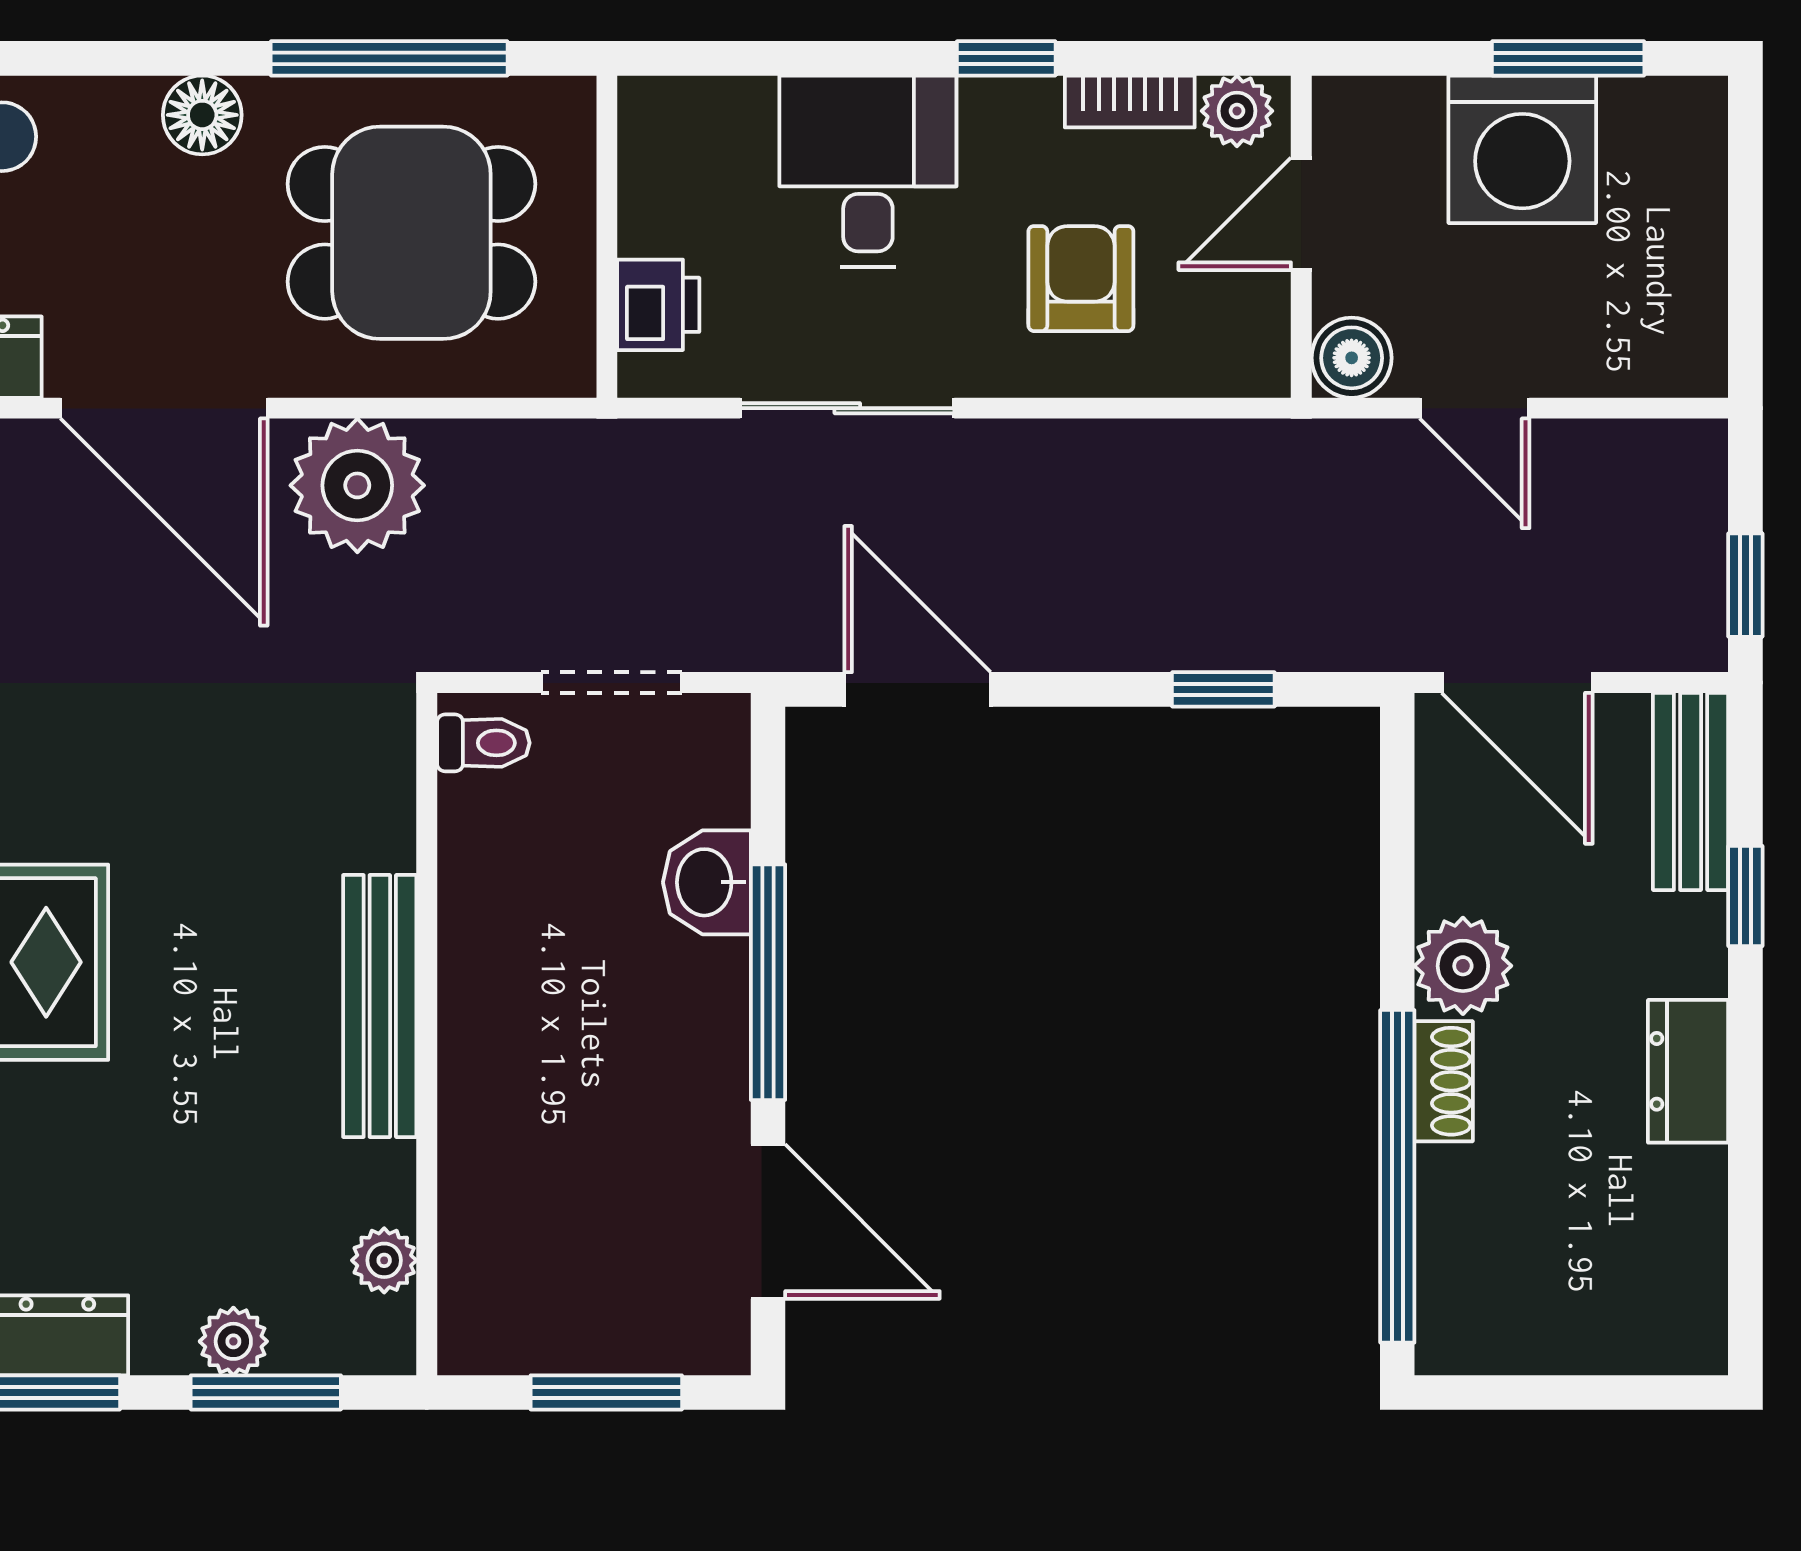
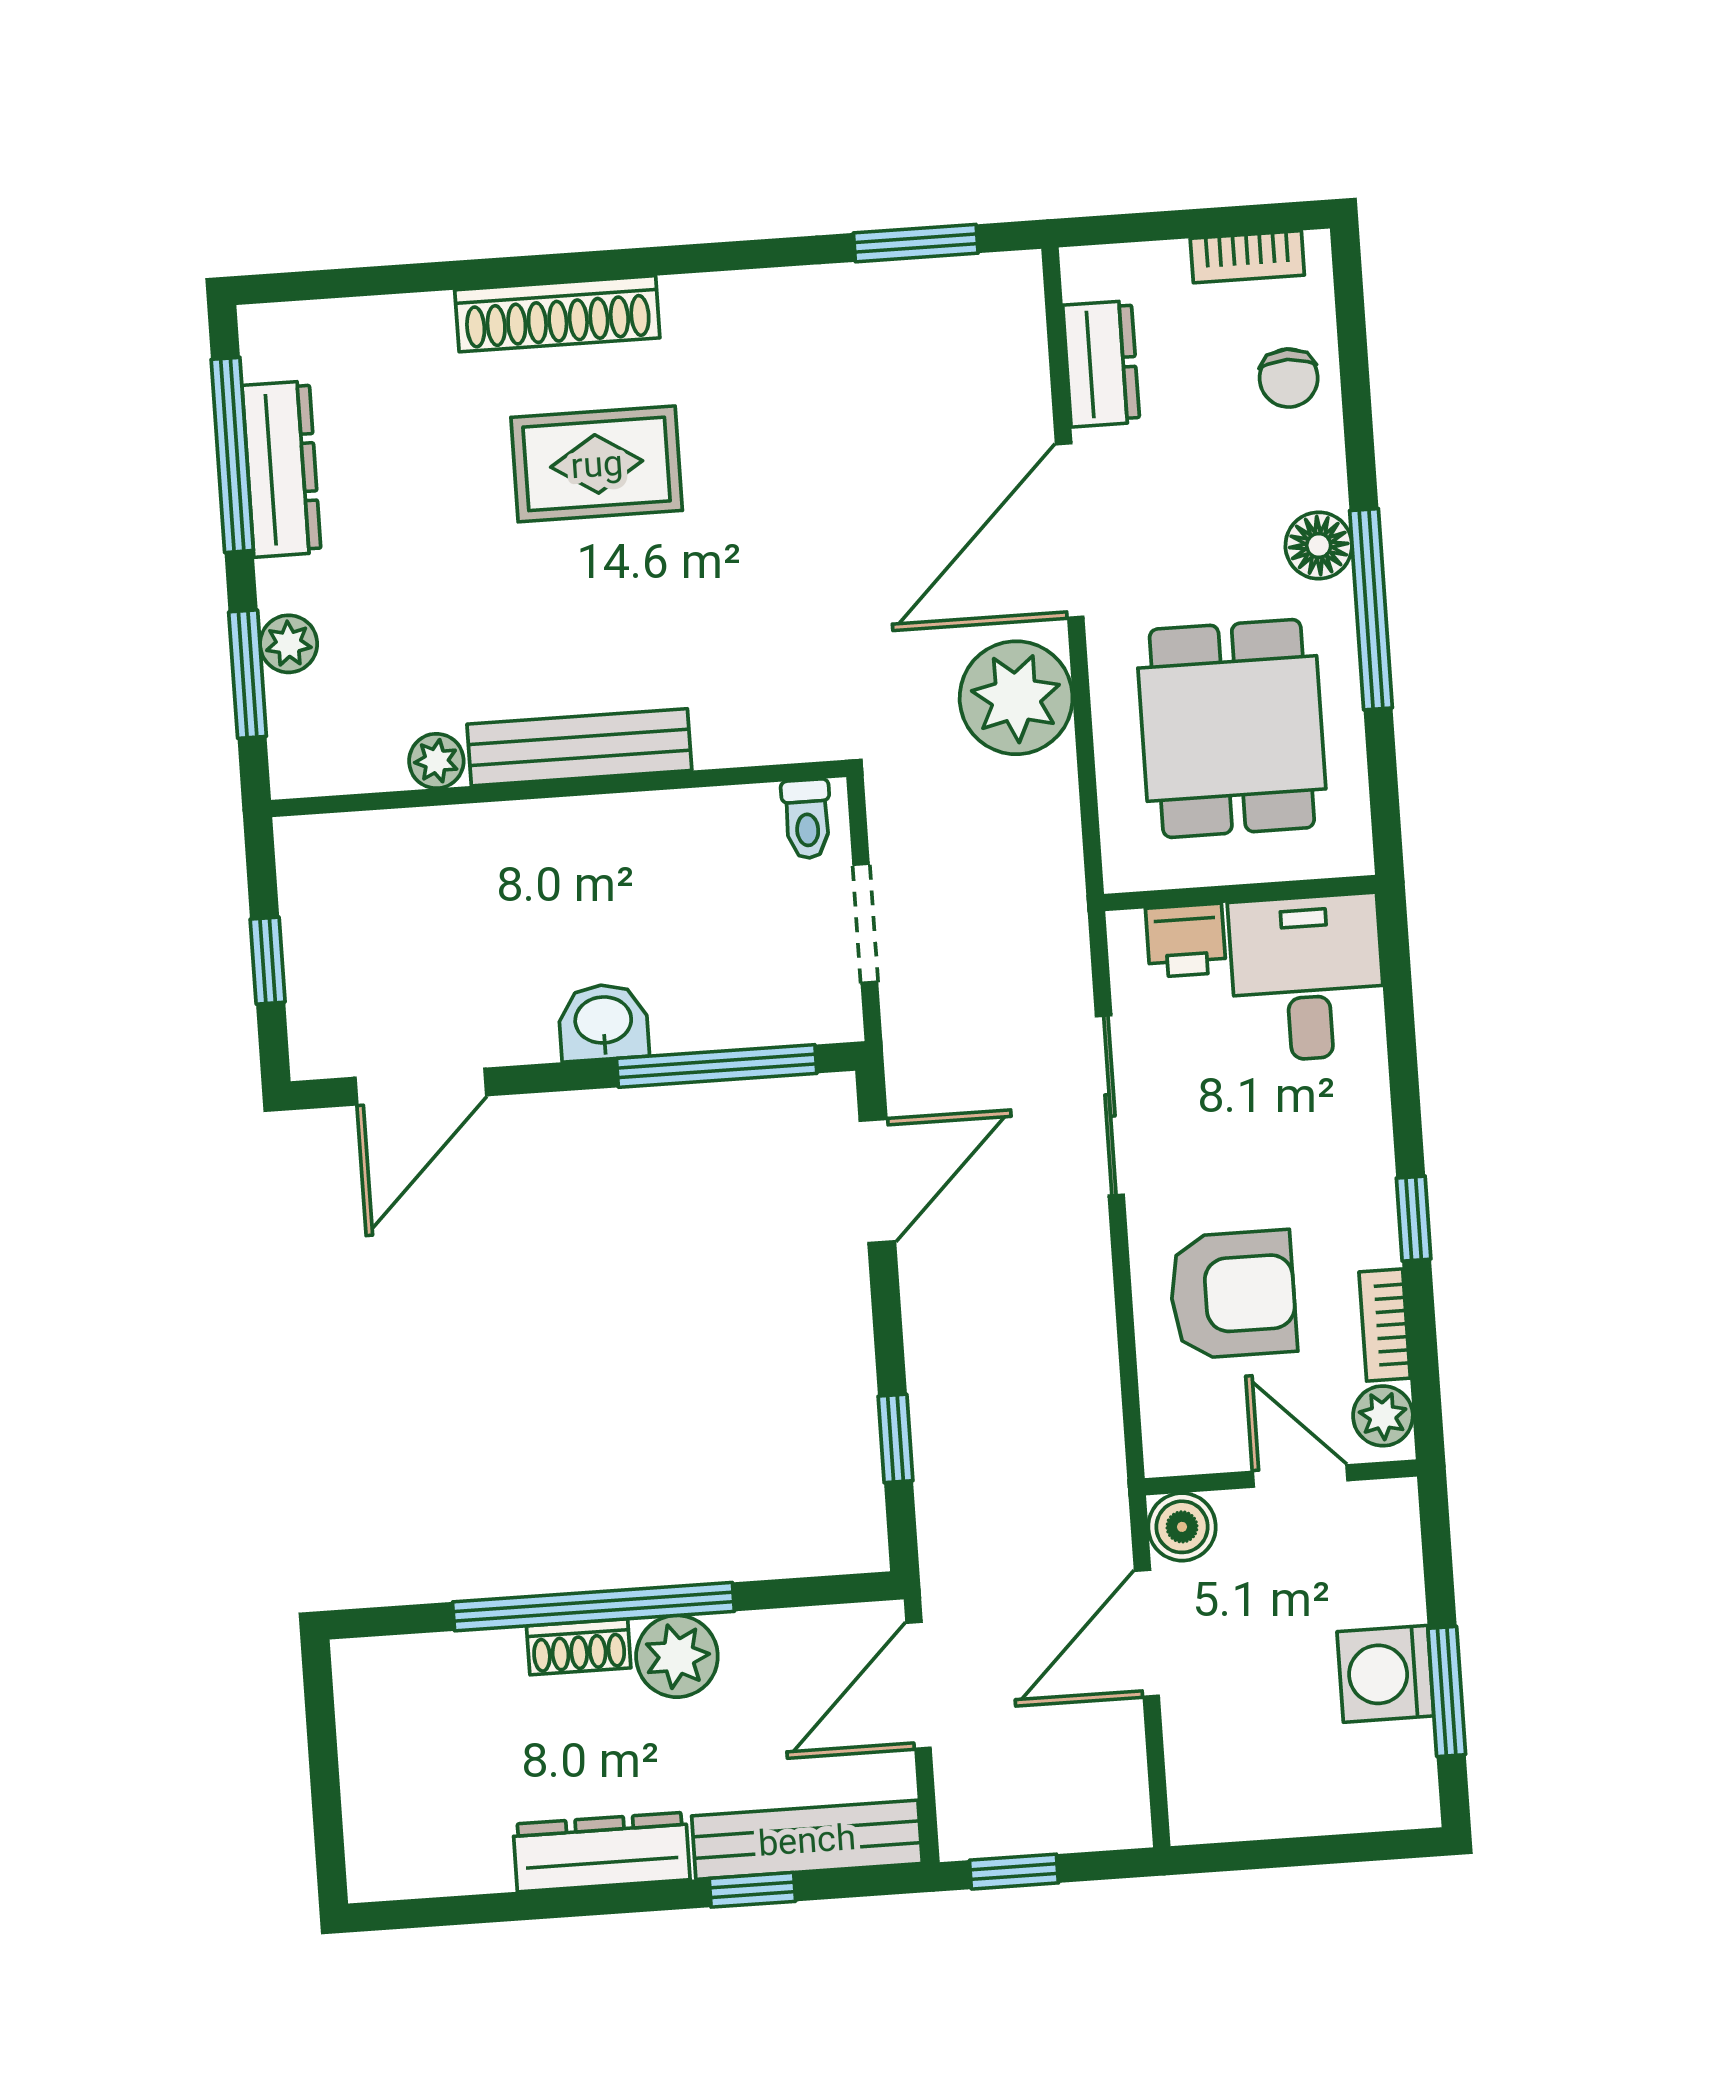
window: (389, 58) -> (1371, 609), moved
washing machine: (1522, 149) -> (1385, 1674), width x0.73, depth x0.73
desk: (868, 171) -> (1307, 978), moved, turned -90
armchair: (1081, 279) -> (1233, 1294), width x1.38, depth x1.38
door: (1475, 408) -> (1147, 1633), width x1.38
bench: (1691, 791) -> (807, 1840), width x1.36
washbasin: (707, 882) -> (603, 1022), moved
window: (768, 982) -> (717, 1066), moved
dresser: (1688, 1071) -> (601, 1852), width x1.44
window: (1397, 1176) -> (593, 1607), moved
plant: (384, 1260) -> (436, 761), moved
window: (606, 1392) -> (268, 961), width x0.67

